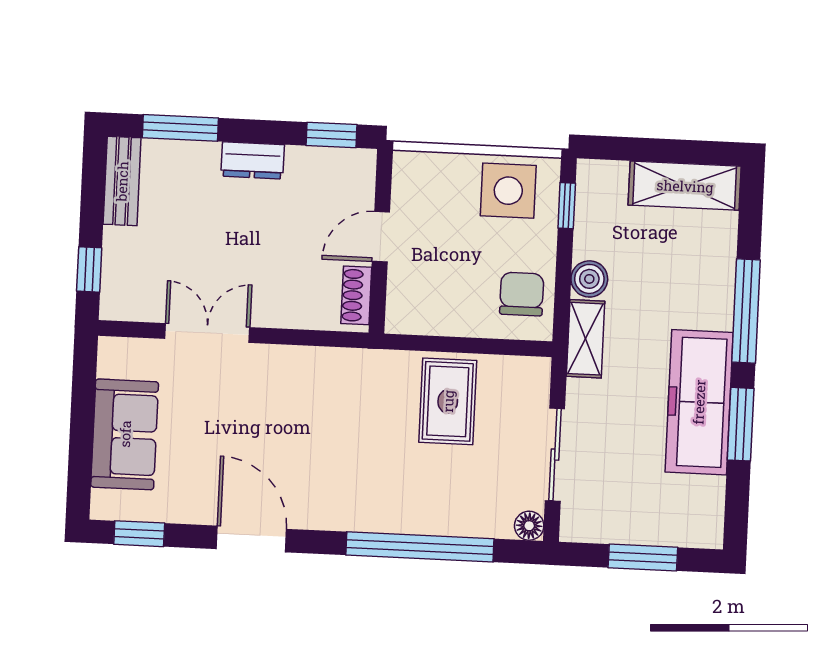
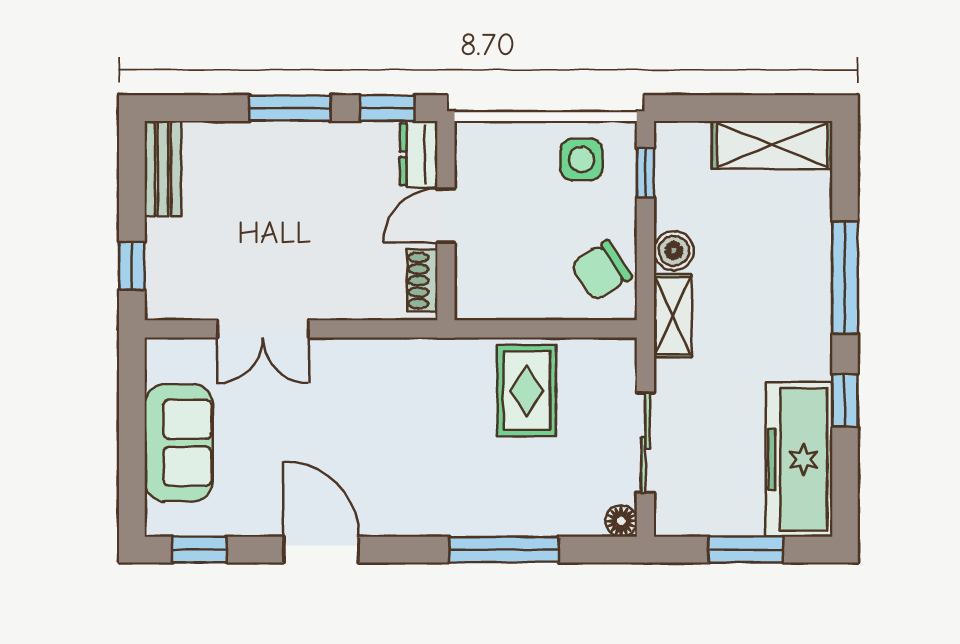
window: (180, 128) -> (290, 108), moved
dresser: (253, 160) -> (419, 154), moved, turned 90
side table: (508, 191) -> (581, 159), width x0.73, depth x0.73
chair: (522, 294) -> (601, 271), turned -123
double door: (207, 333) -> (263, 329), swing flipped
freezer: (699, 402) -> (799, 459), moved
window: (741, 424) -> (845, 400), width x0.67
window: (420, 547) -> (504, 550), width x0.68

